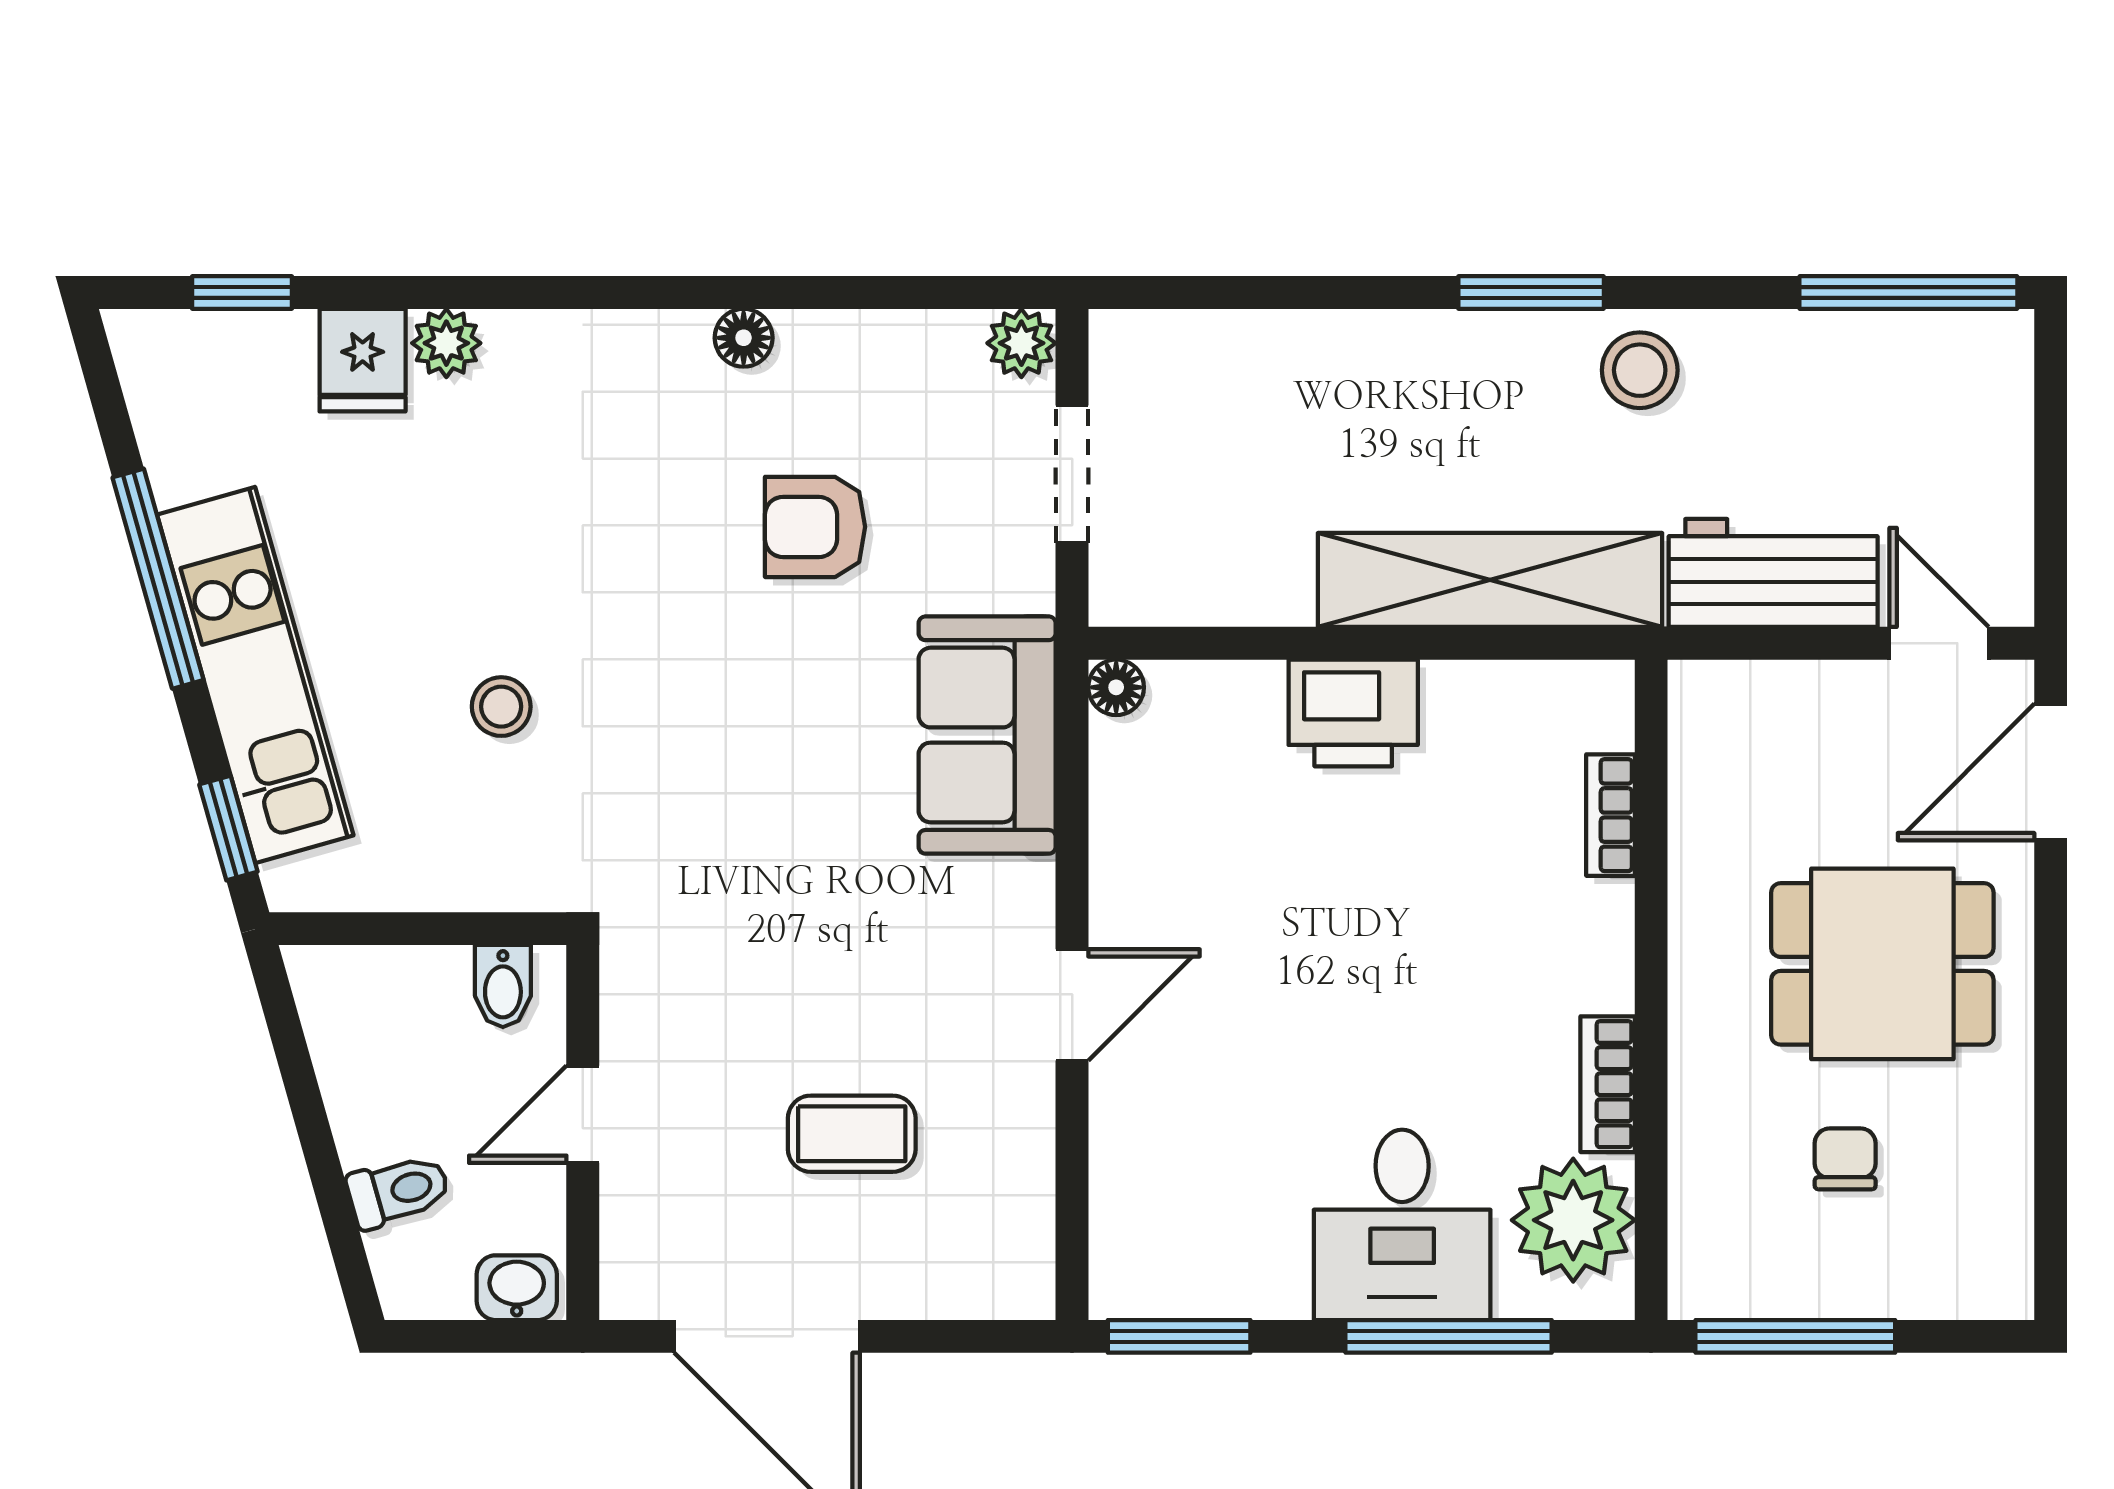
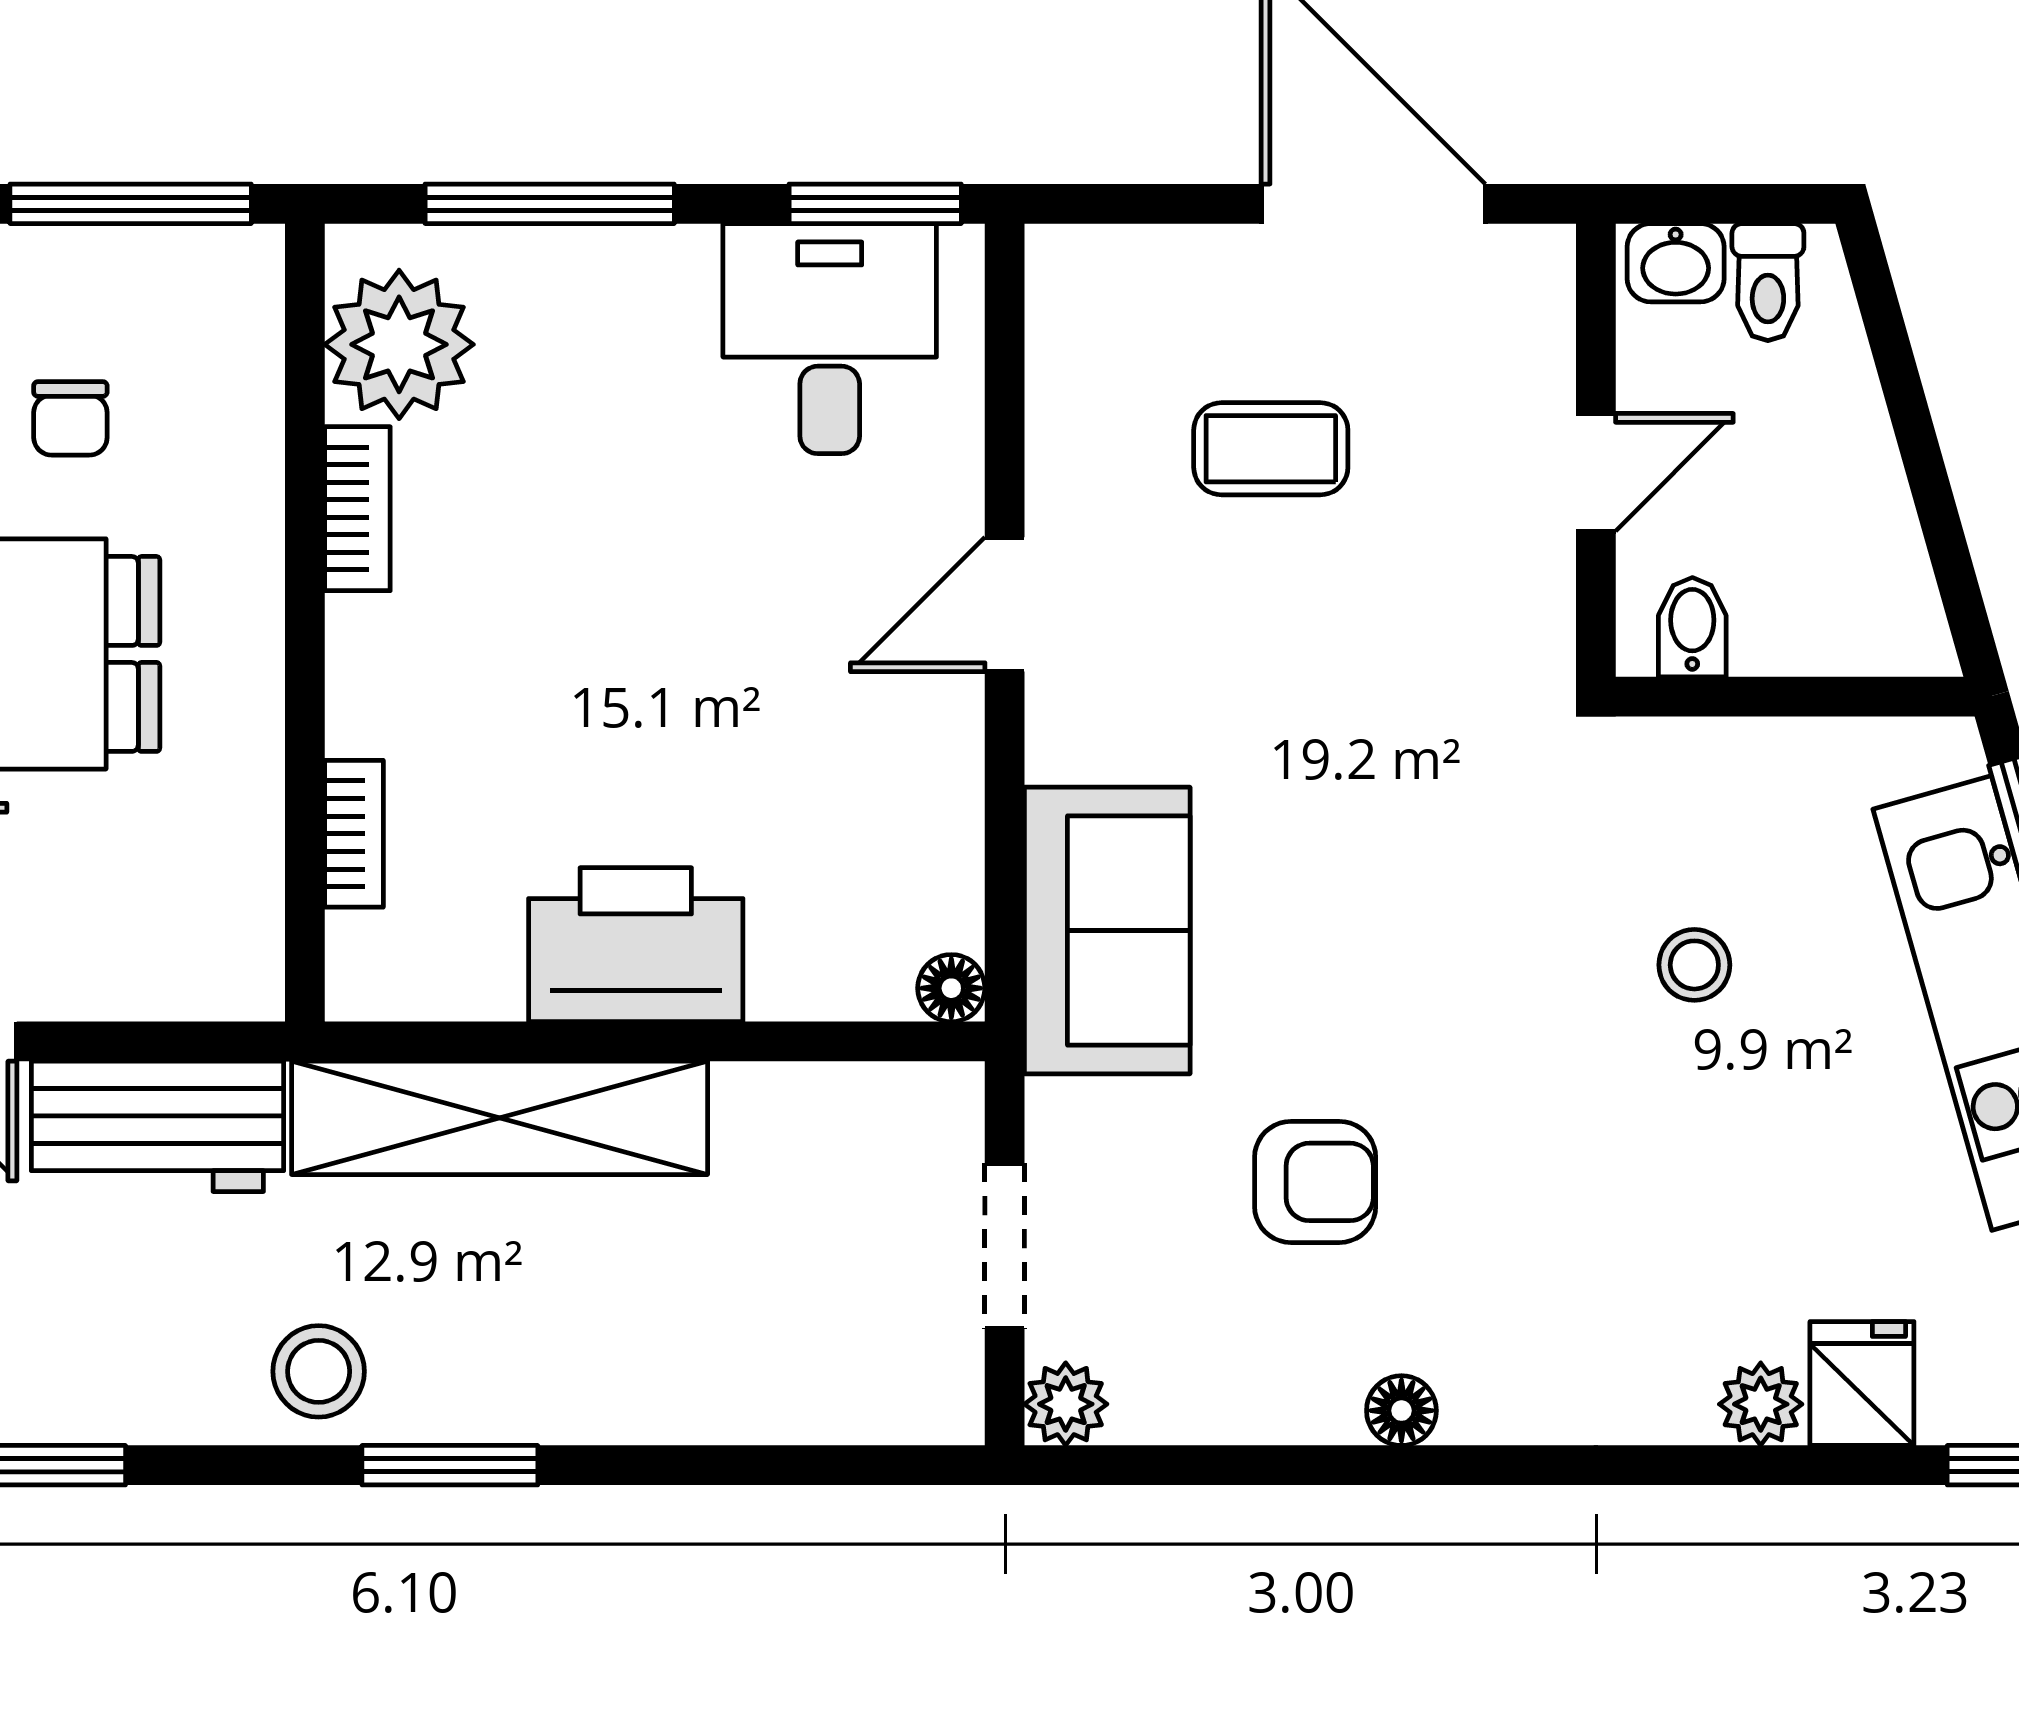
printer: (1353, 713) -> (636, 945), width x1.37, depth x1.19
toilet: (398, 1191) -> (1768, 282), moved, turned -74
desk: (1402, 1225) -> (830, 339), moved

